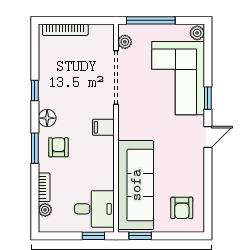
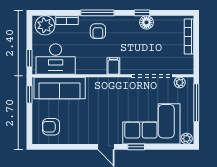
floor lamp: (47, 118) -> (146, 22), moved
armchair: (58, 147) -> (98, 31), turned 90
window: (35, 148) -> (97, 13), width x1.44
sofa: (136, 185) -> (60, 88), width x0.74, depth x0.79
desk: (94, 209) -> (56, 59), width x1.37
plant: (45, 210) -> (45, 25), width x1.88, depth x1.88

